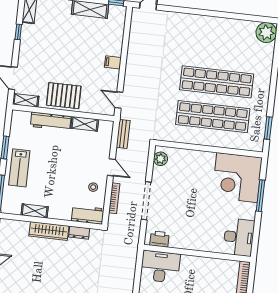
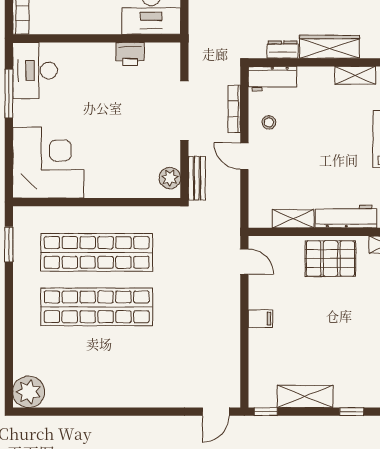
bench: (123, 134) -> (197, 178), moved
window: (261, 196) -> (9, 94), moved
printer: (159, 239) -> (130, 54), moved

